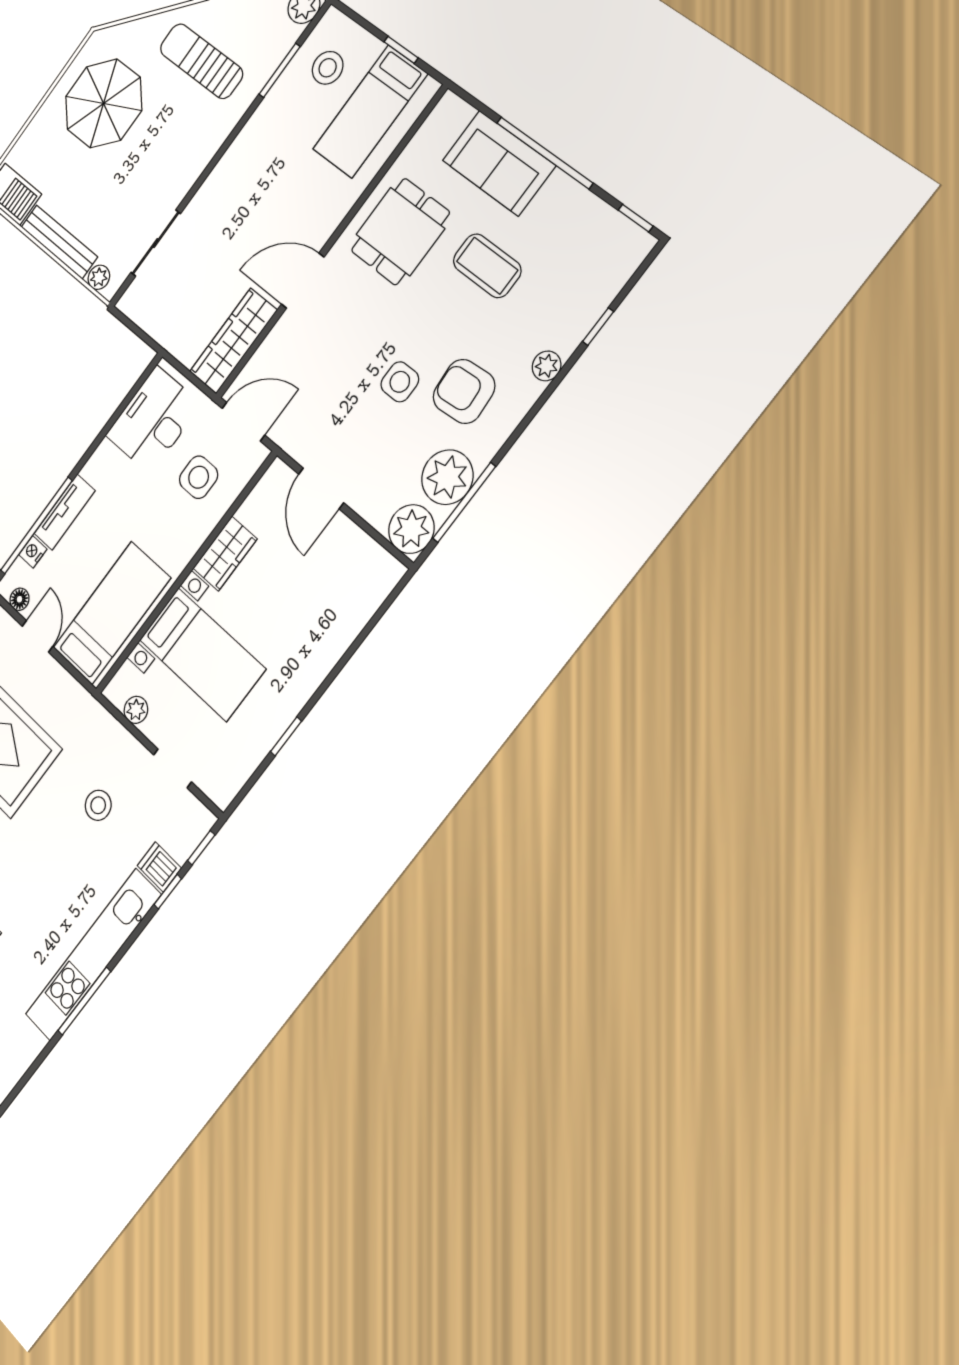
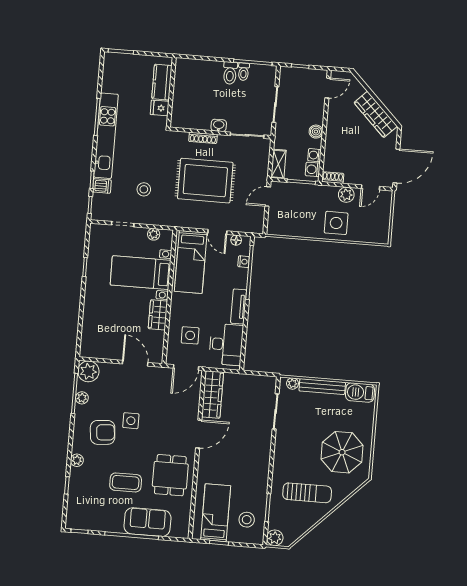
plant: (447, 477) -> (82, 398), width x0.53, depth x0.53
tv unit: (65, 512) -> (239, 307), moved

